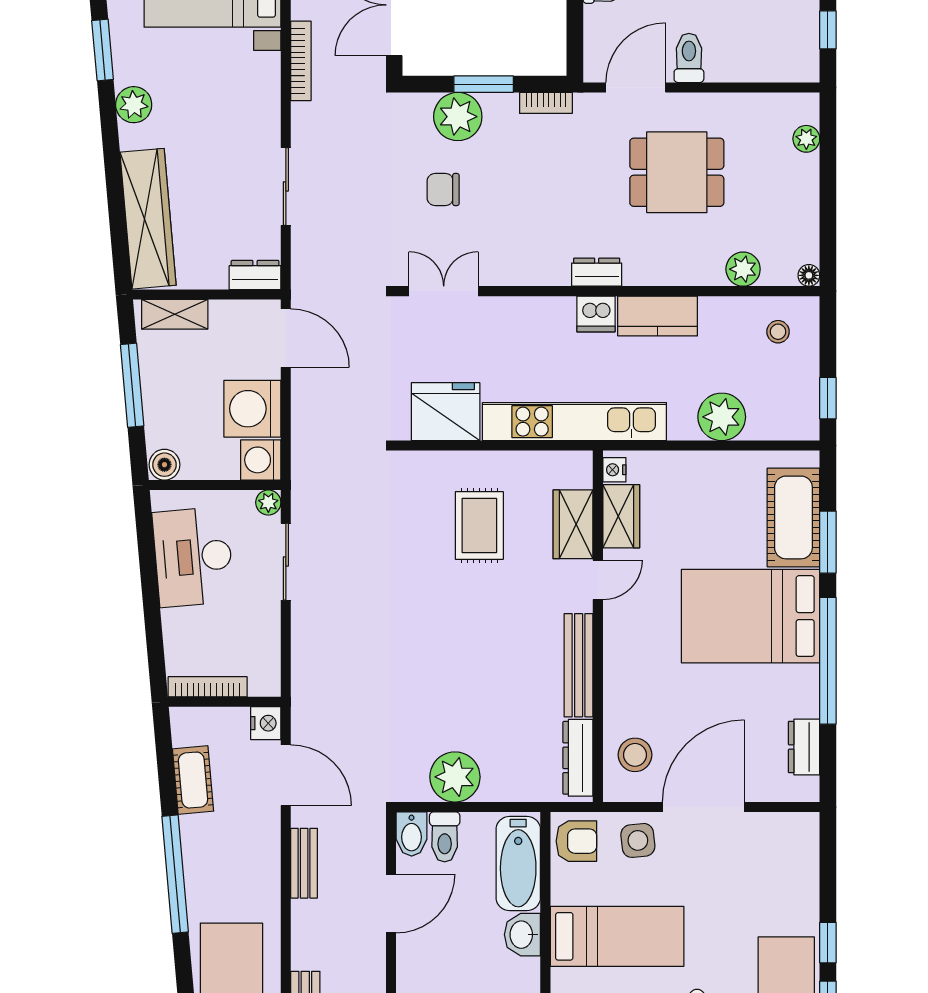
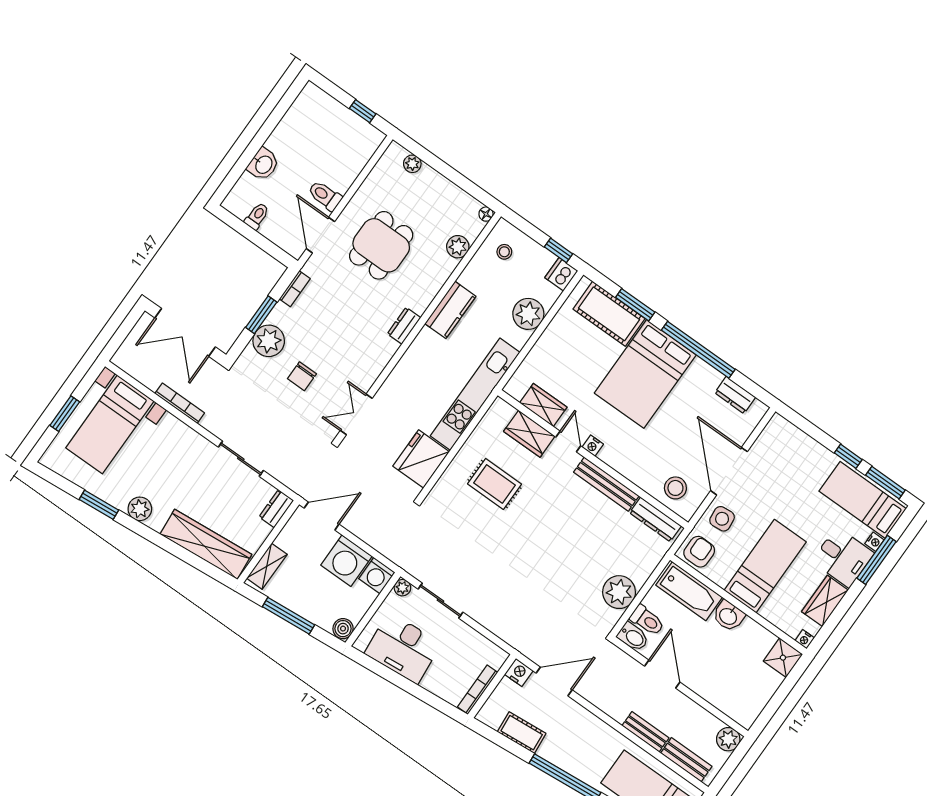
dishwasher: (596, 314) -> (561, 274), moved, turned 180
nightstand: (614, 470) -> (593, 446), moved
bench: (304, 863) -> (645, 732), moved

